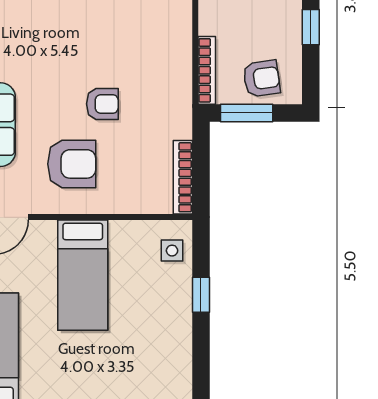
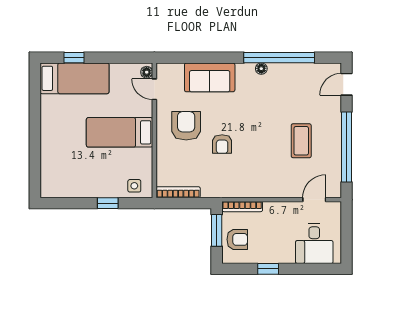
armchair: (262, 79) -> (237, 239), turned -82
armchair: (72, 164) -> (186, 126), turned 180

